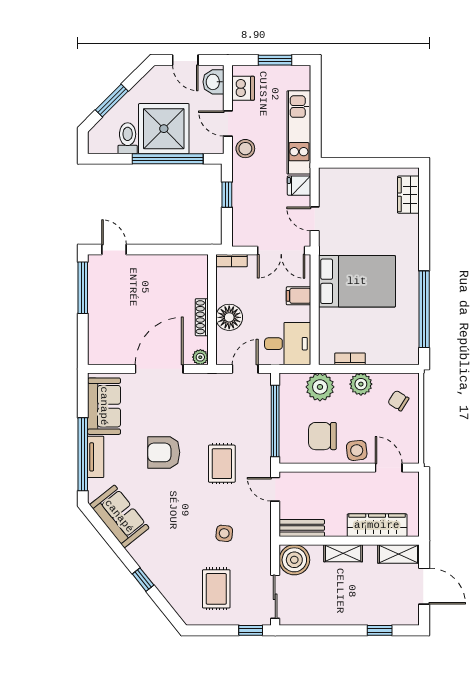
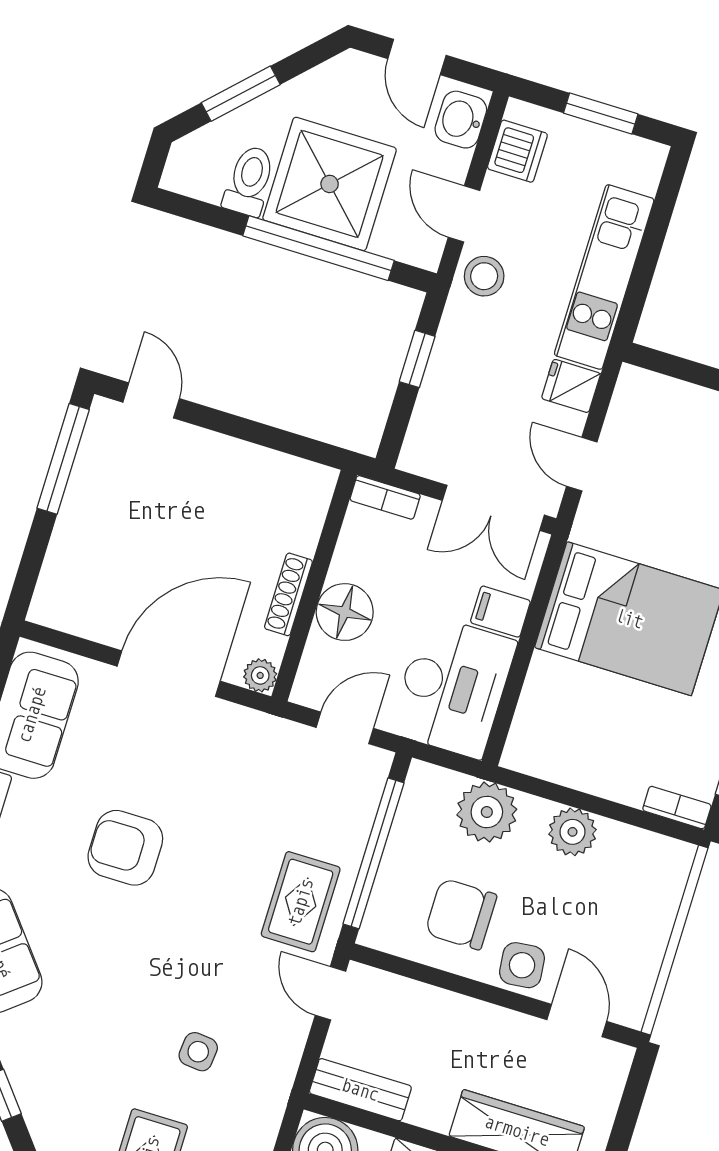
desk: (288, 344) -> (453, 687), width x1.37
bookcase: (350, 359) -> (677, 808), moved
chair: (398, 401) -> (639, 889), removed
rug: (222, 464) -> (301, 902), moved

